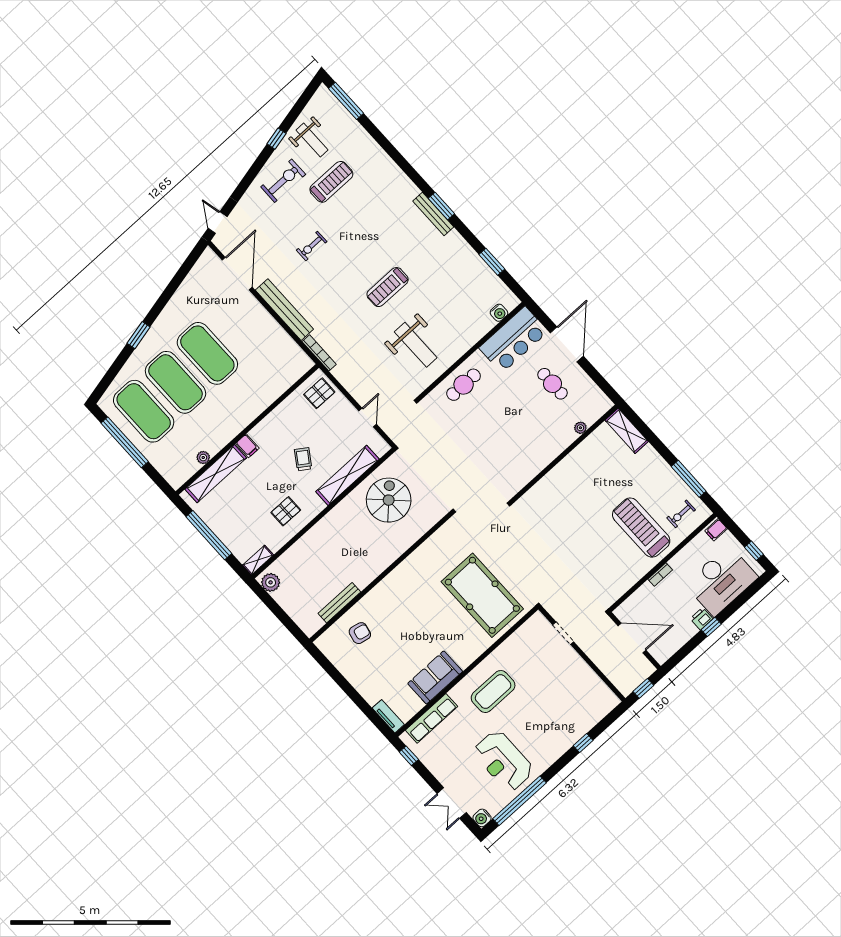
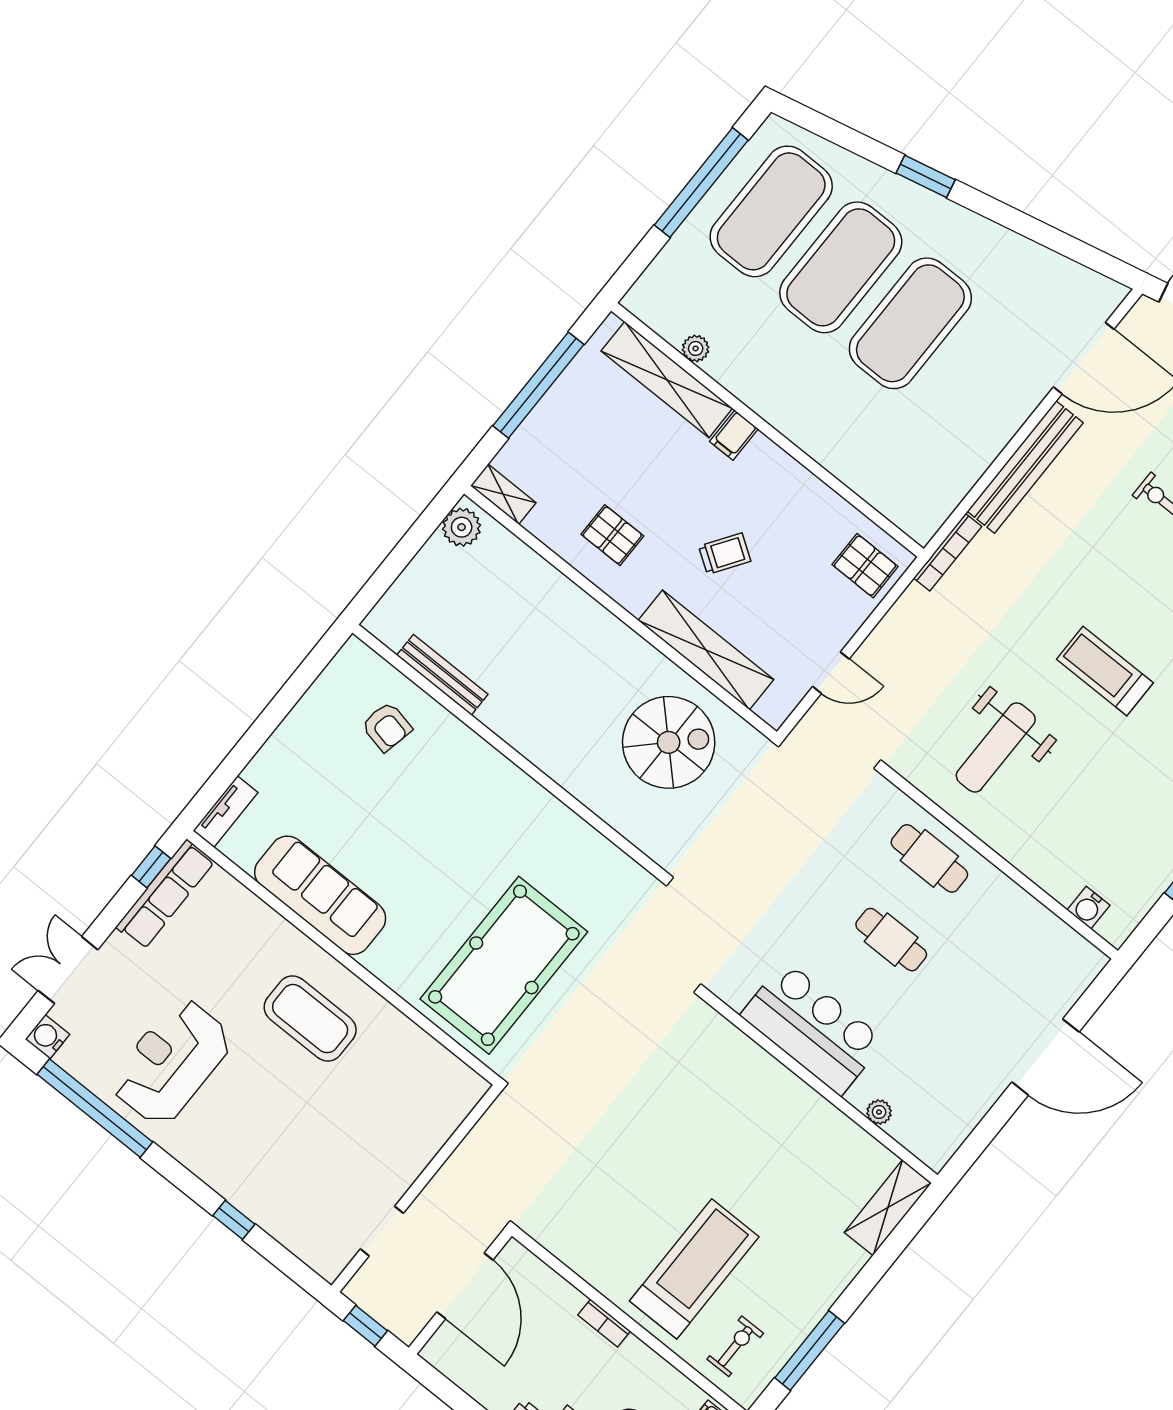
bar counter: (513, 340) -> (813, 1028), moved, turned 180
cafe table: (553, 384) -> (891, 940), moved, turned 90
exercise bike: (681, 514) -> (735, 1346), turned 90
doorway: (563, 633) -> (382, 1231), moved
sofa: (435, 677) -> (320, 895), width x1.36
row of seats: (432, 718) -> (165, 894), moved, turned -90

